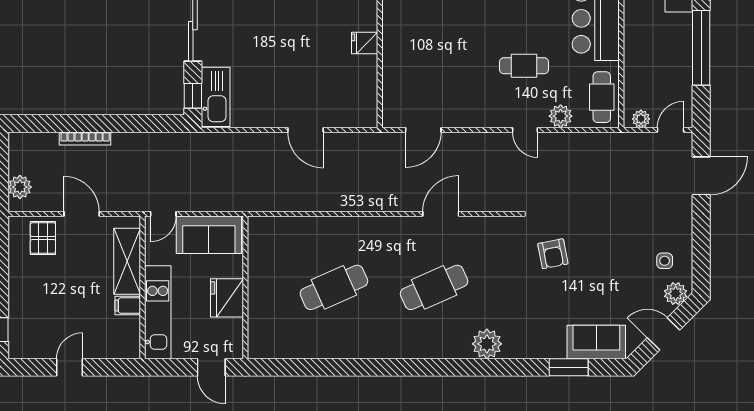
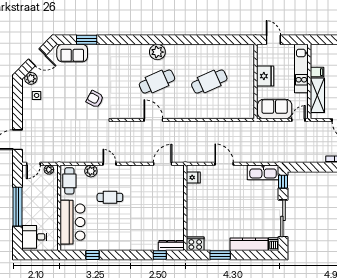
fridge: (365, 43) -> (193, 177), moved
kitchen sink: (216, 97) -> (263, 172), moved, turned -90
door: (441, 214) -> (153, 120), swing flipped
armchair: (553, 254) -> (95, 99), turned -51
plant: (487, 344) -> (157, 52), moved

